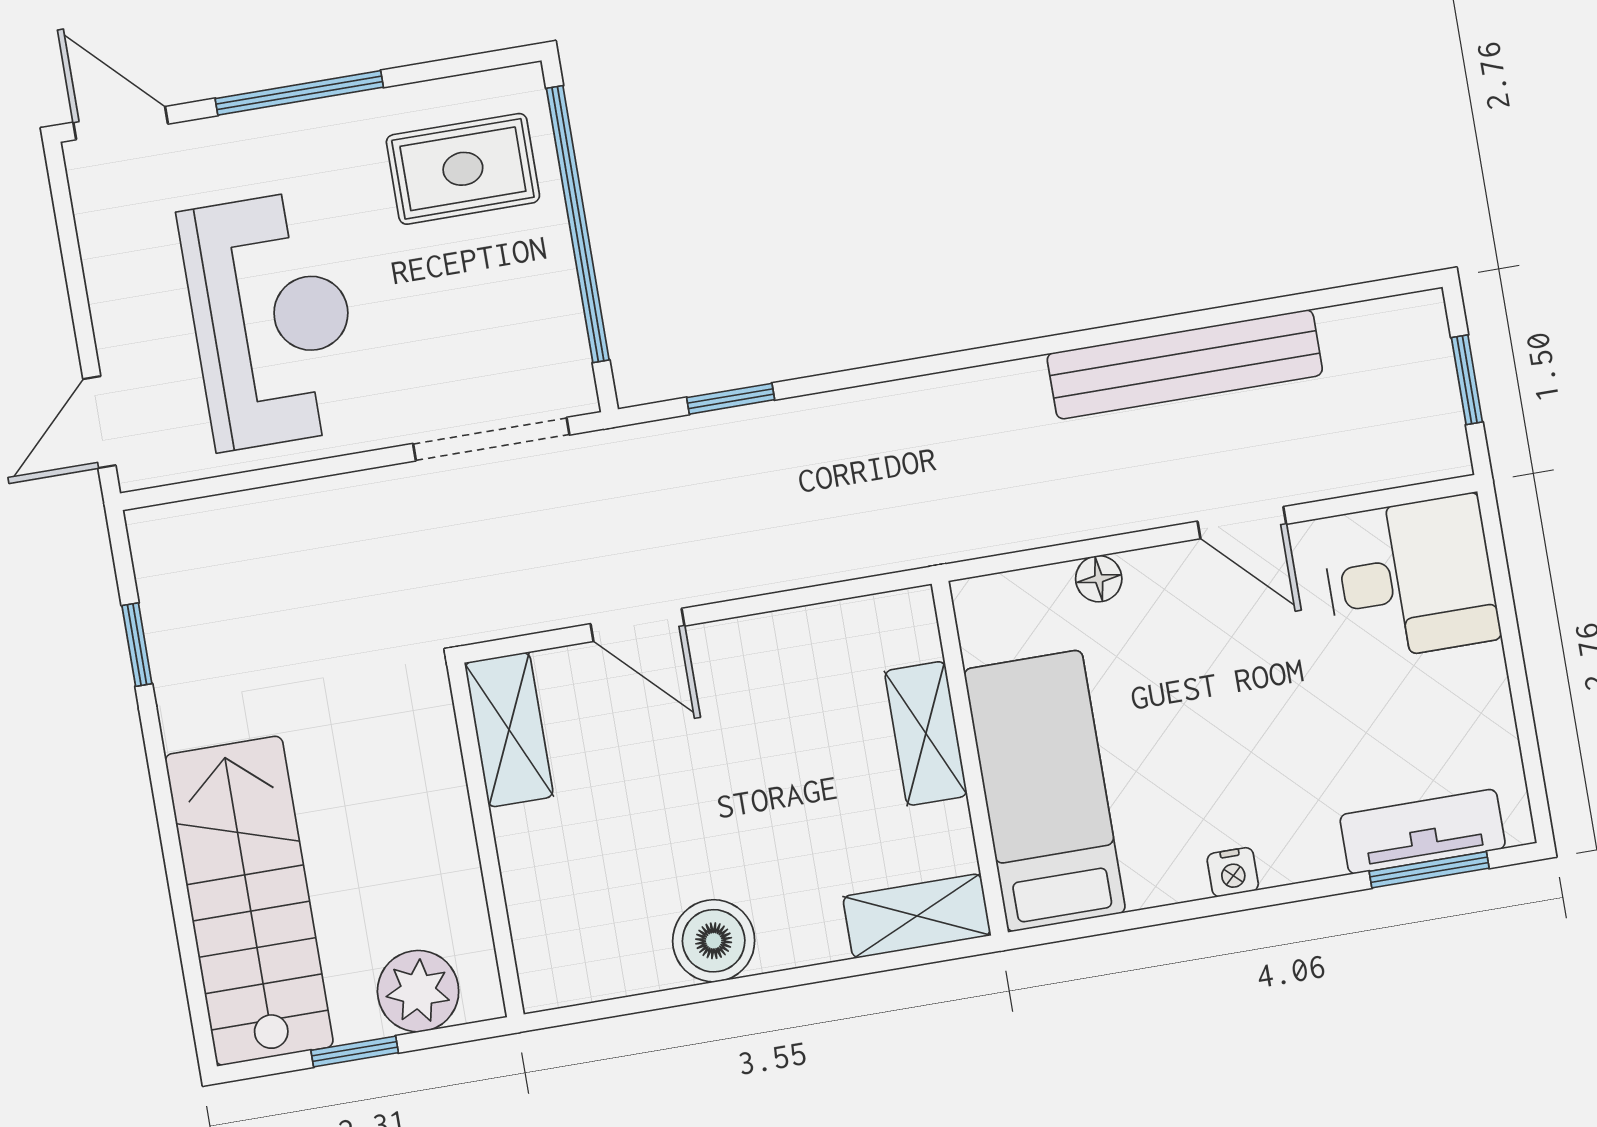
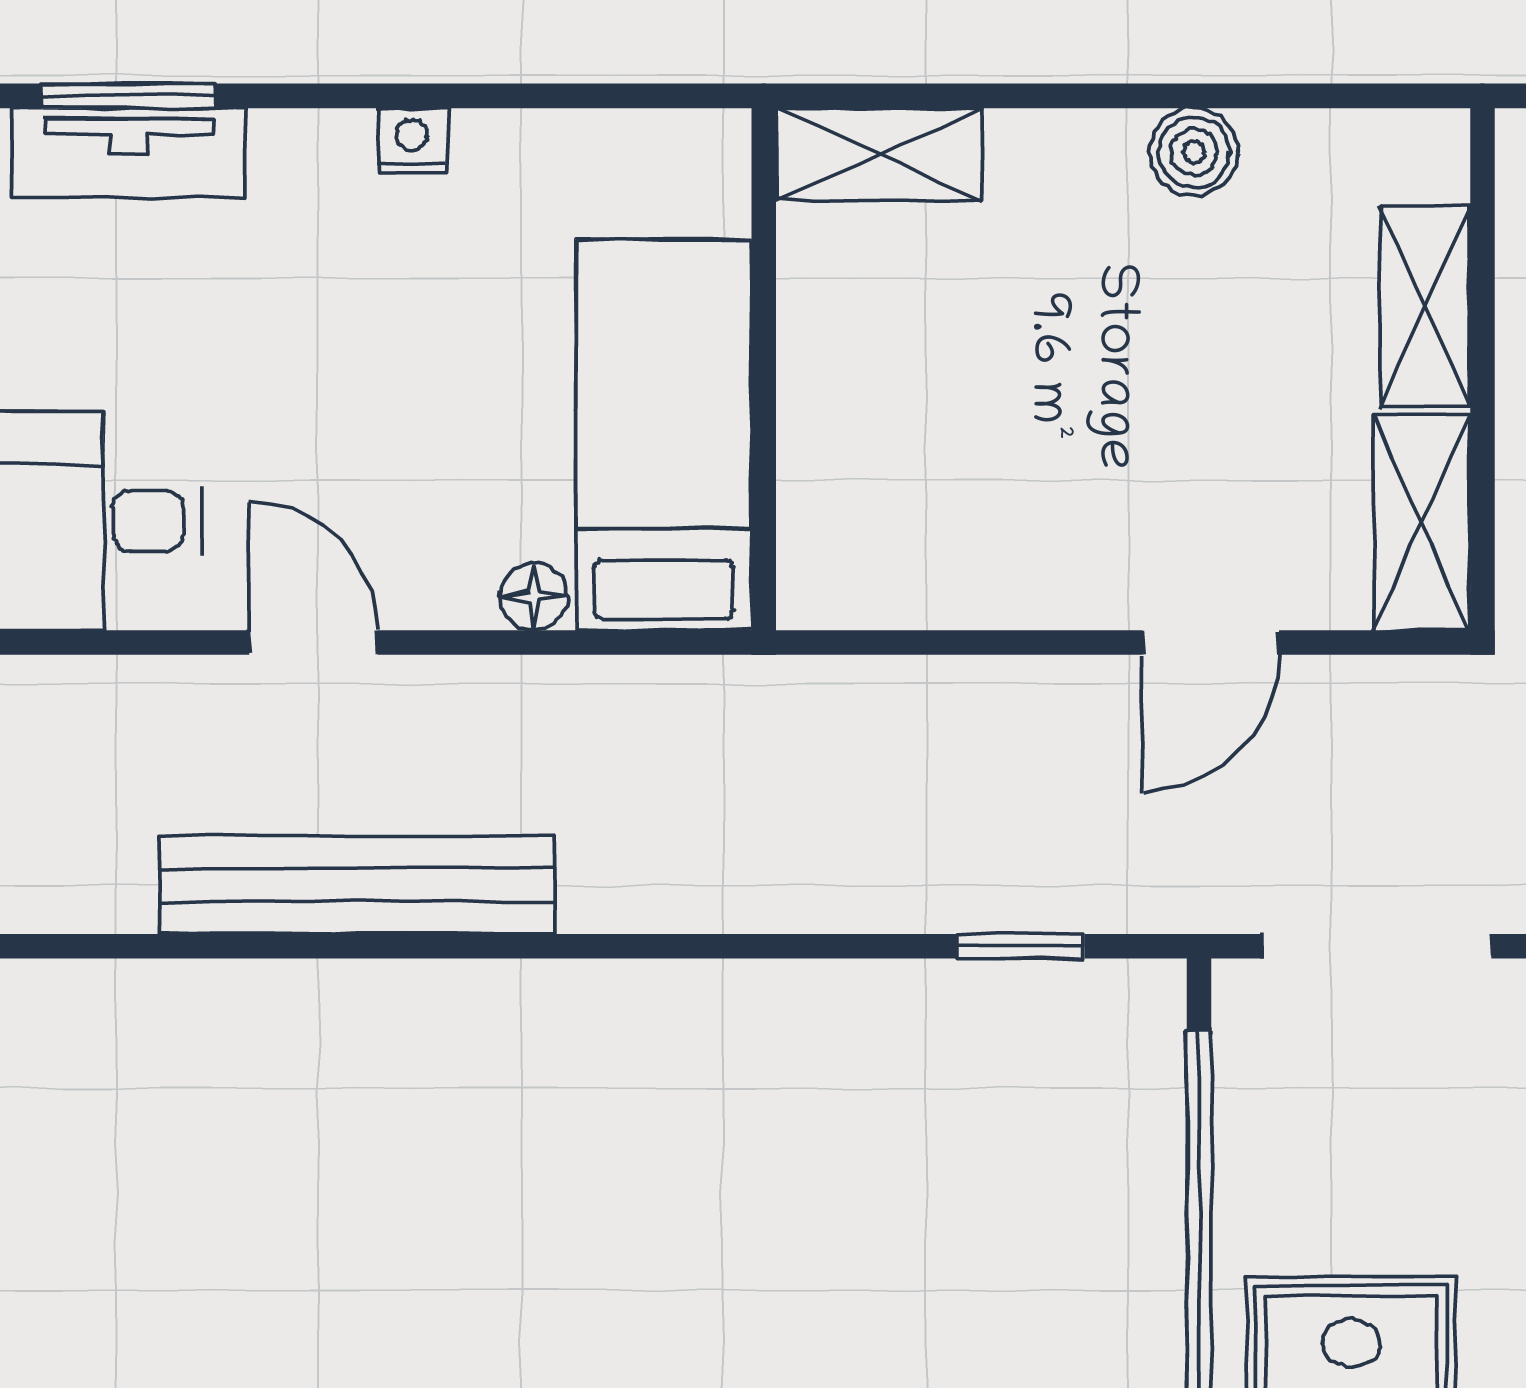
door: (637, 625) -> (1211, 643), swing flipped
shelving: (926, 733) -> (1425, 306), moved
bed: (1045, 791) -> (664, 435), moved, turned 180
boiler: (714, 941) -> (1194, 152), width x0.73, depth x0.73

